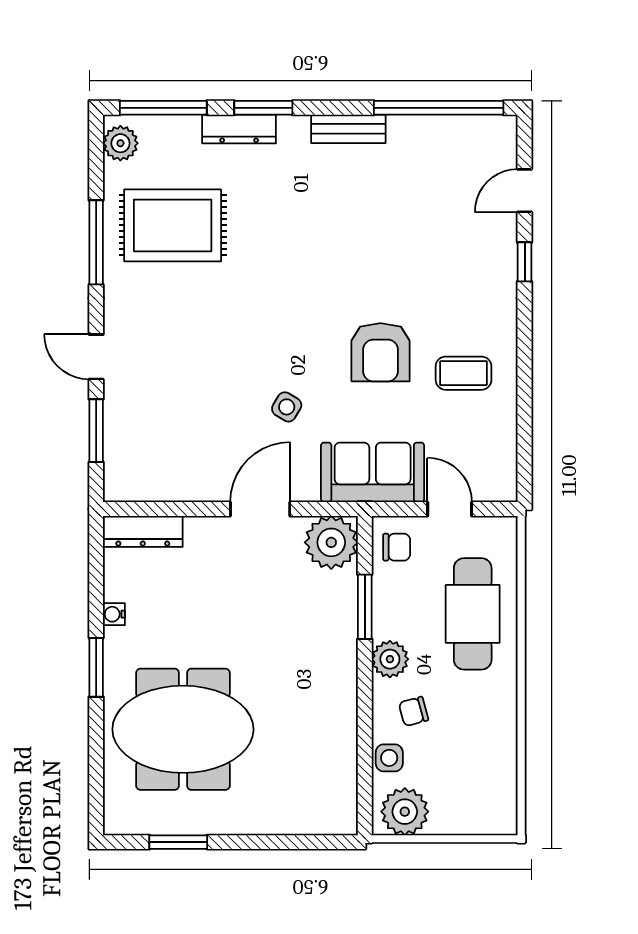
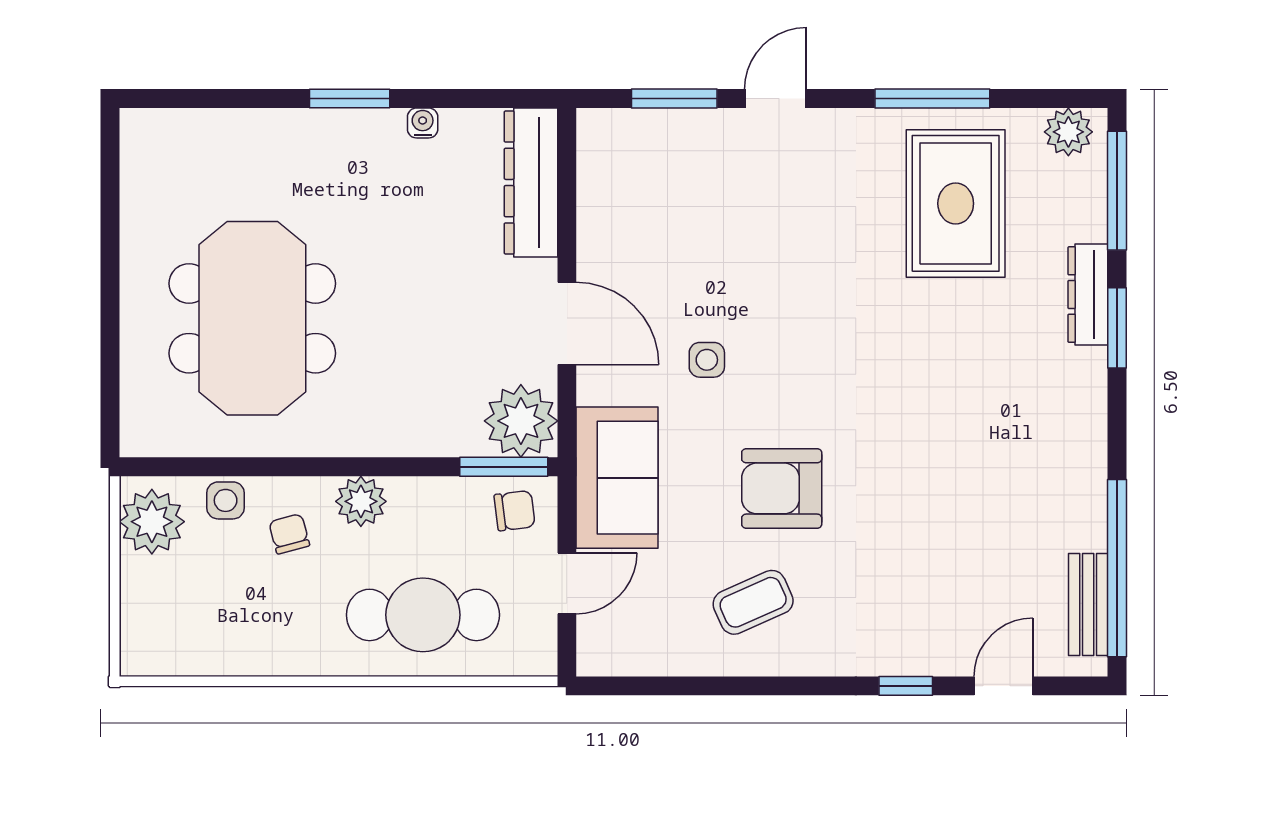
bench: (348, 129) -> (1088, 605), moved
door: (525, 191) -> (1003, 686), hinge flipped
coffee table: (464, 373) -> (753, 602), turned 66
side table: (287, 407) -> (707, 360), turned -31
dresser: (143, 531) -> (531, 182), width x1.37, depth x1.24
chair: (397, 547) -> (515, 511), turned -97
window: (365, 607) -> (504, 467), moved
meeting table: (183, 729) -> (252, 318), moved
window: (178, 842) -> (110, 211), removed

